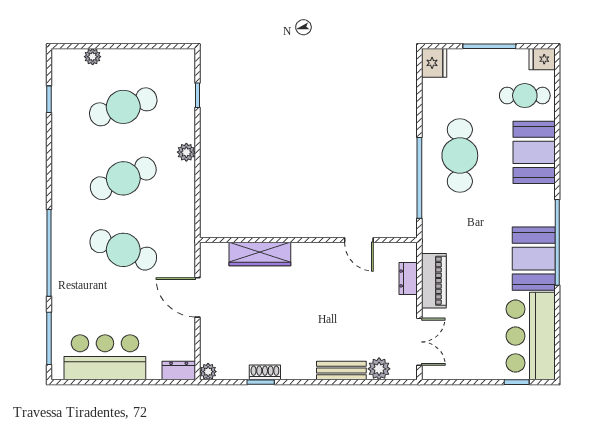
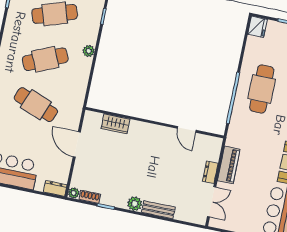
wardrobe: (260, 254) -> (115, 124), width x0.67
dresser: (408, 278) -> (210, 172), moved
plant: (379, 369) -> (135, 204), moved
shoe rack: (265, 372) -> (90, 197), moved

